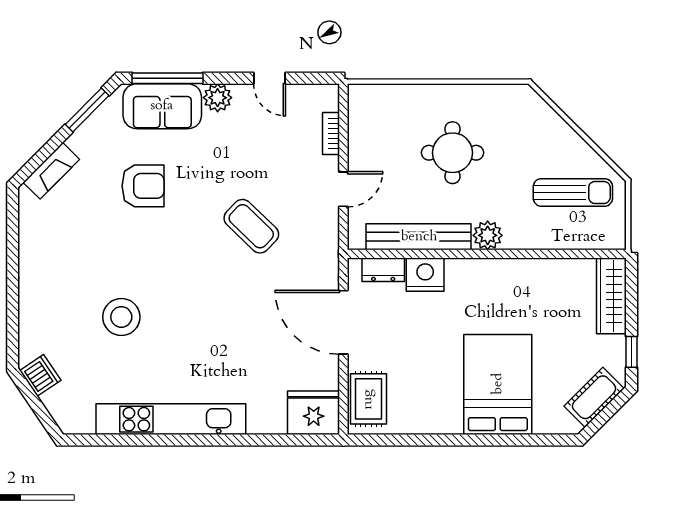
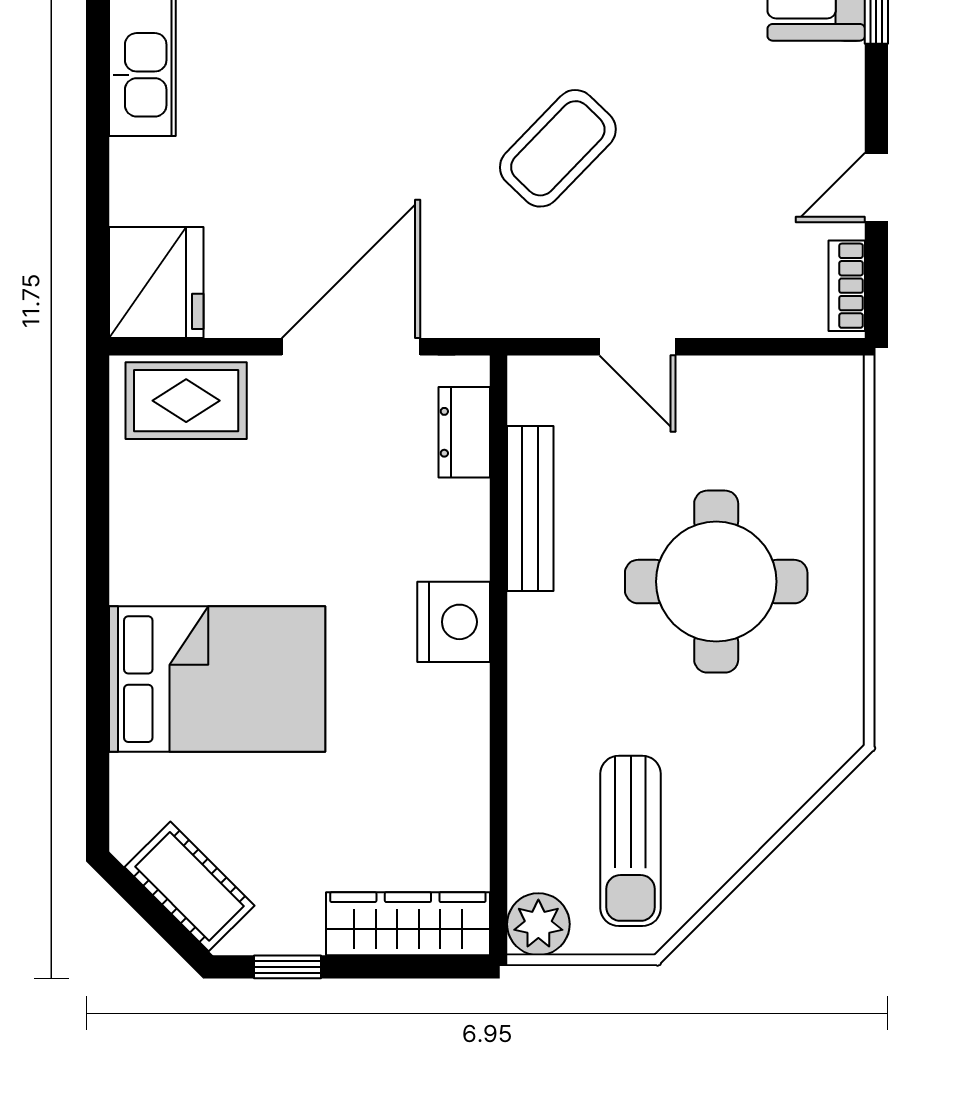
plant: (218, 98) -> (835, 76), removed
bookcase: (331, 134) -> (847, 286), moved, turned -90
round table: (453, 153) -> (716, 582), width x1.36, depth x1.36
plant: (488, 235) -> (538, 924), moved
bench: (419, 237) -> (530, 508), width x0.73, depth x0.82
nightstand: (425, 275) -> (454, 622), moved

